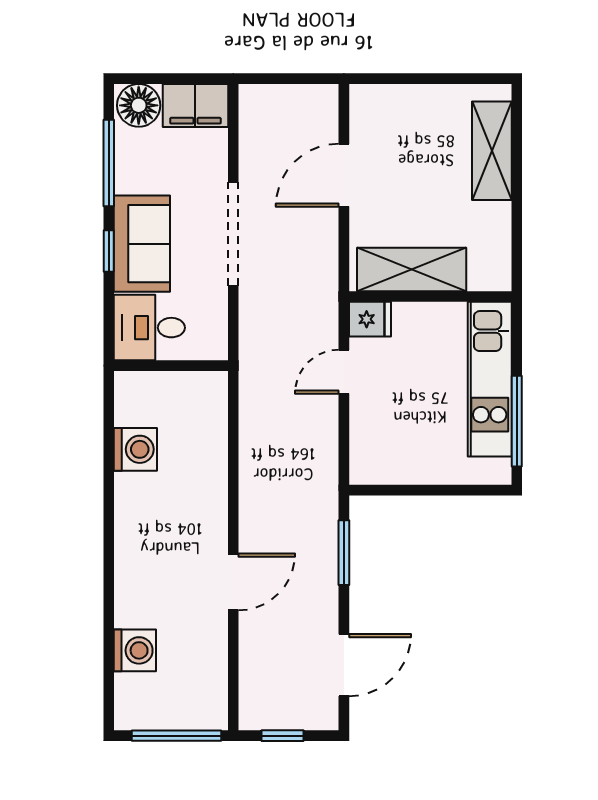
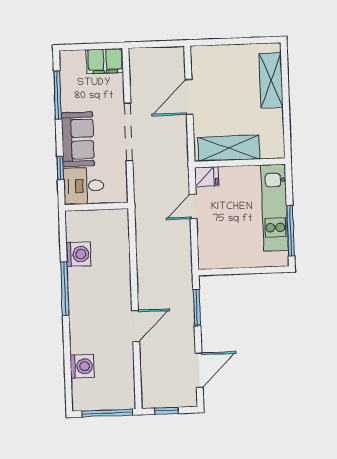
floor lamp: (139, 105) -> (73, 62), removed
window: (109, 251) -> (60, 168), moved
window: (109, 511) -> (65, 289), added

